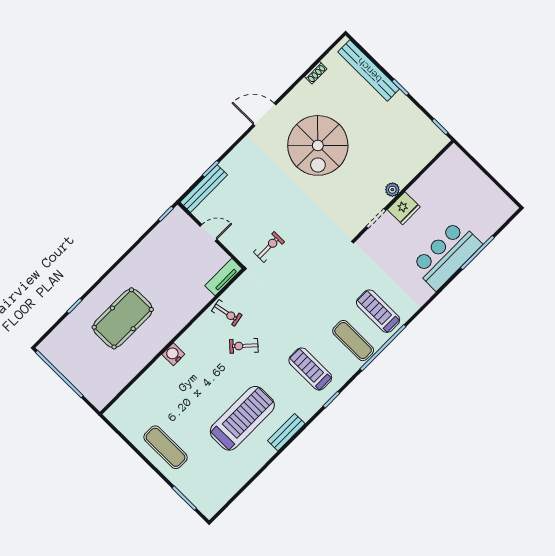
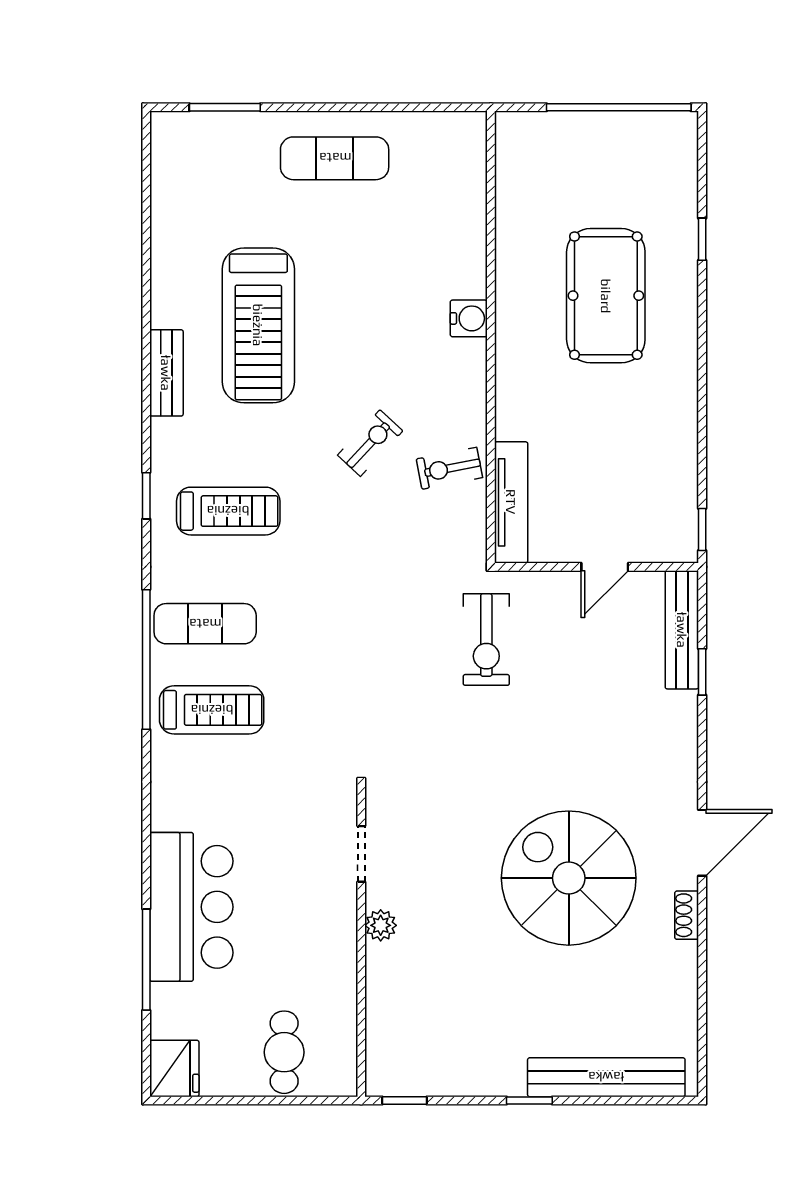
shoe rack: (316, 73) -> (687, 915), moved
cafe table: (463, 180) -> (284, 1052), added
fridge: (404, 208) -> (174, 1068), moved, turned 180
exercise bike: (269, 247) -> (486, 640), width x1.38, depth x1.39
tv unit: (223, 277) -> (511, 502), width x1.41

